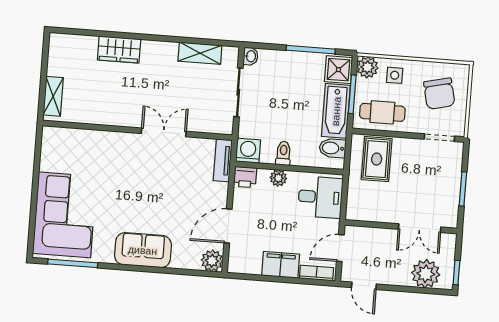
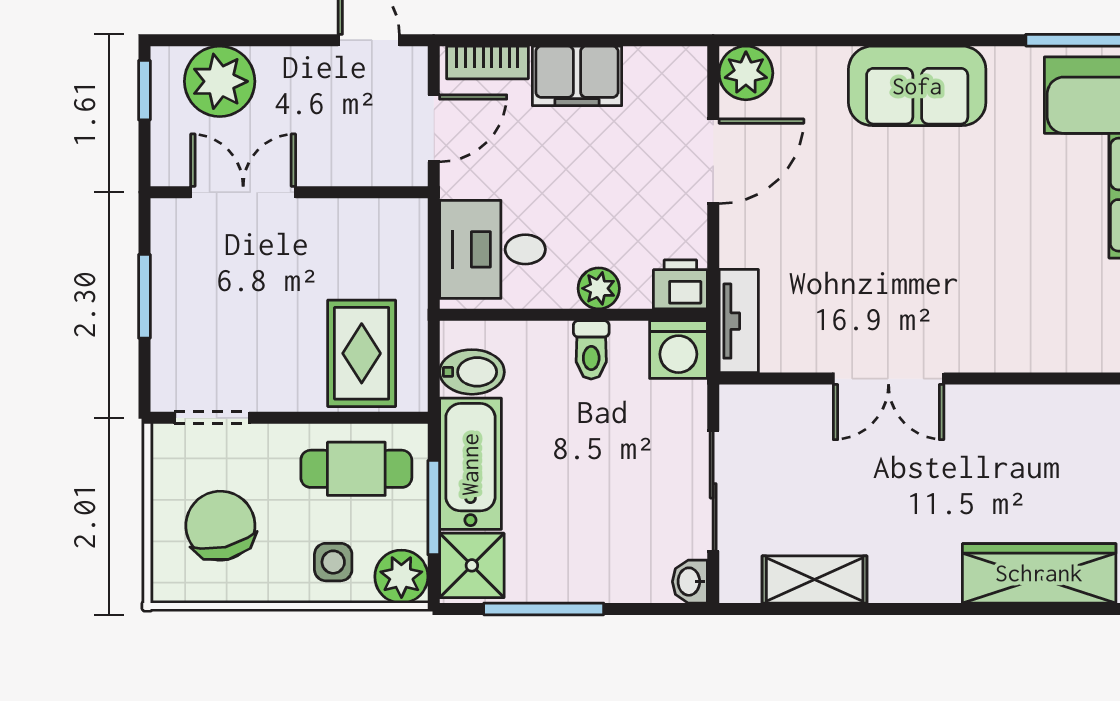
wardrobe: (119, 49) -> (1039, 573), width x1.50

